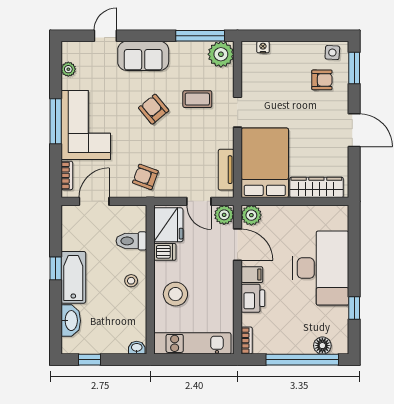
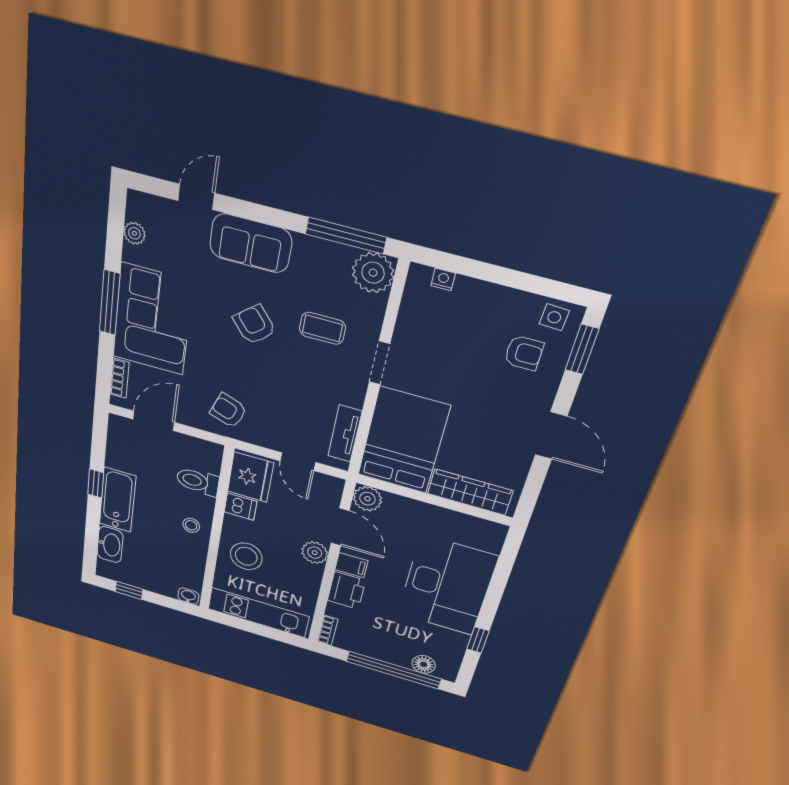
plant: (224, 215) -> (315, 553), moved

